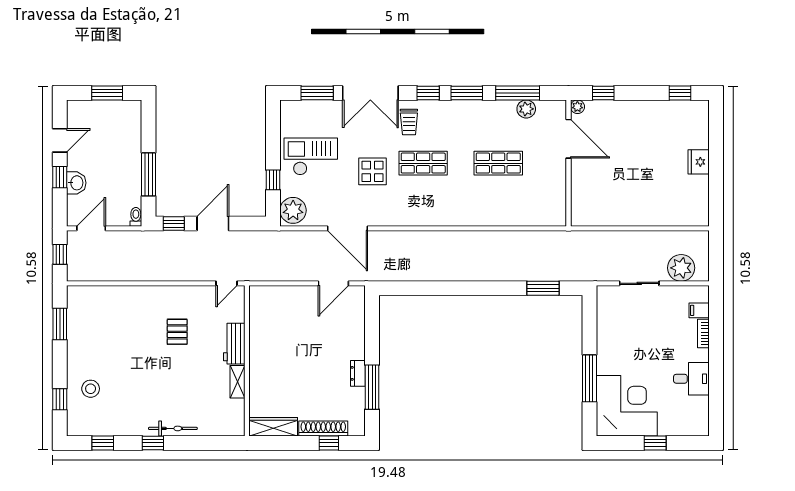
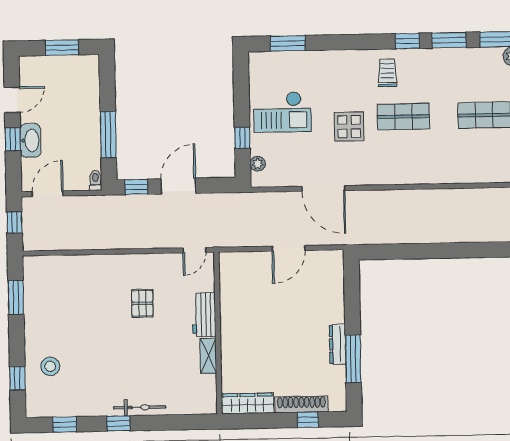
double door: (370, 93) -> (345, 42), removed
trolley: (409, 122) -> (387, 73), turned 180
checkout: (311, 156) -> (282, 112), turned 180
washbasin: (76, 183) -> (31, 140), width x1.38
plant: (293, 210) -> (258, 164), width x0.53, depth x0.53
door: (333, 283) -> (289, 248), moved
dresser: (358, 373) -> (338, 344), width x1.44

